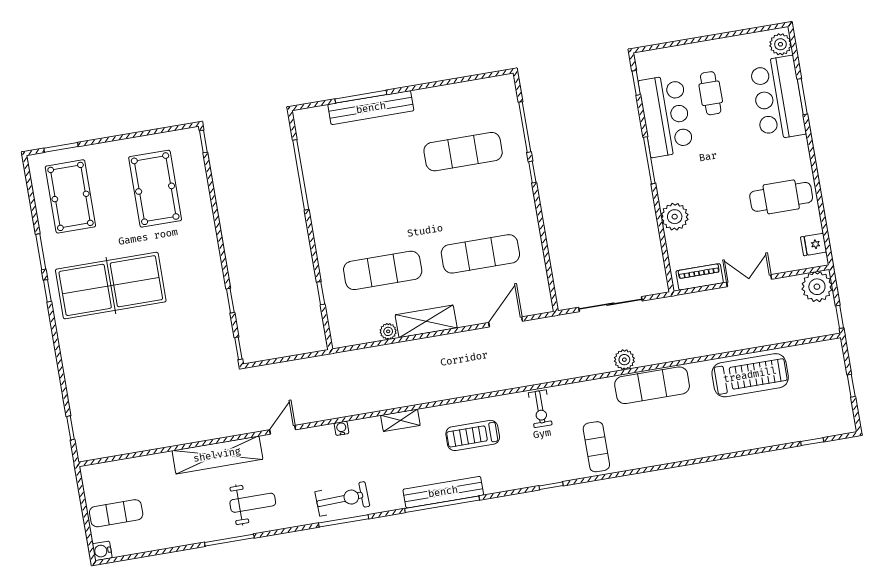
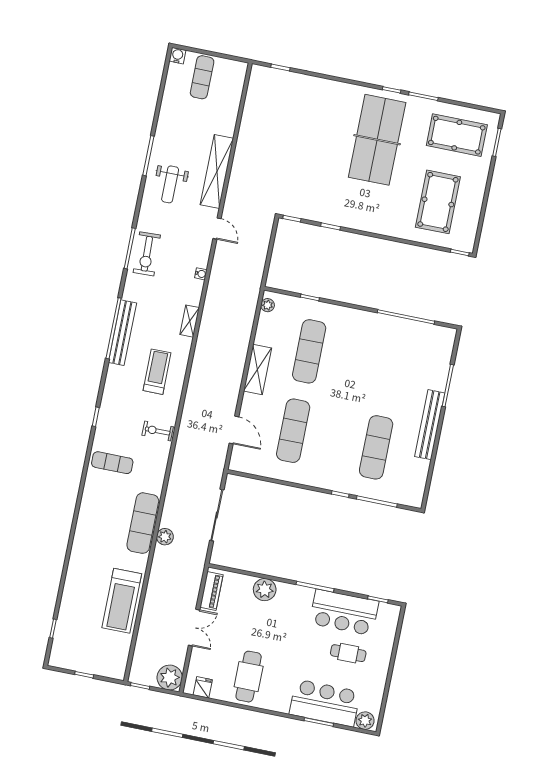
bench: (371, 108) -> (430, 425), moved
pool table: (155, 189) -> (438, 202), turned 90
plant: (388, 331) -> (268, 305), moved
plant: (624, 360) -> (165, 537), moved

